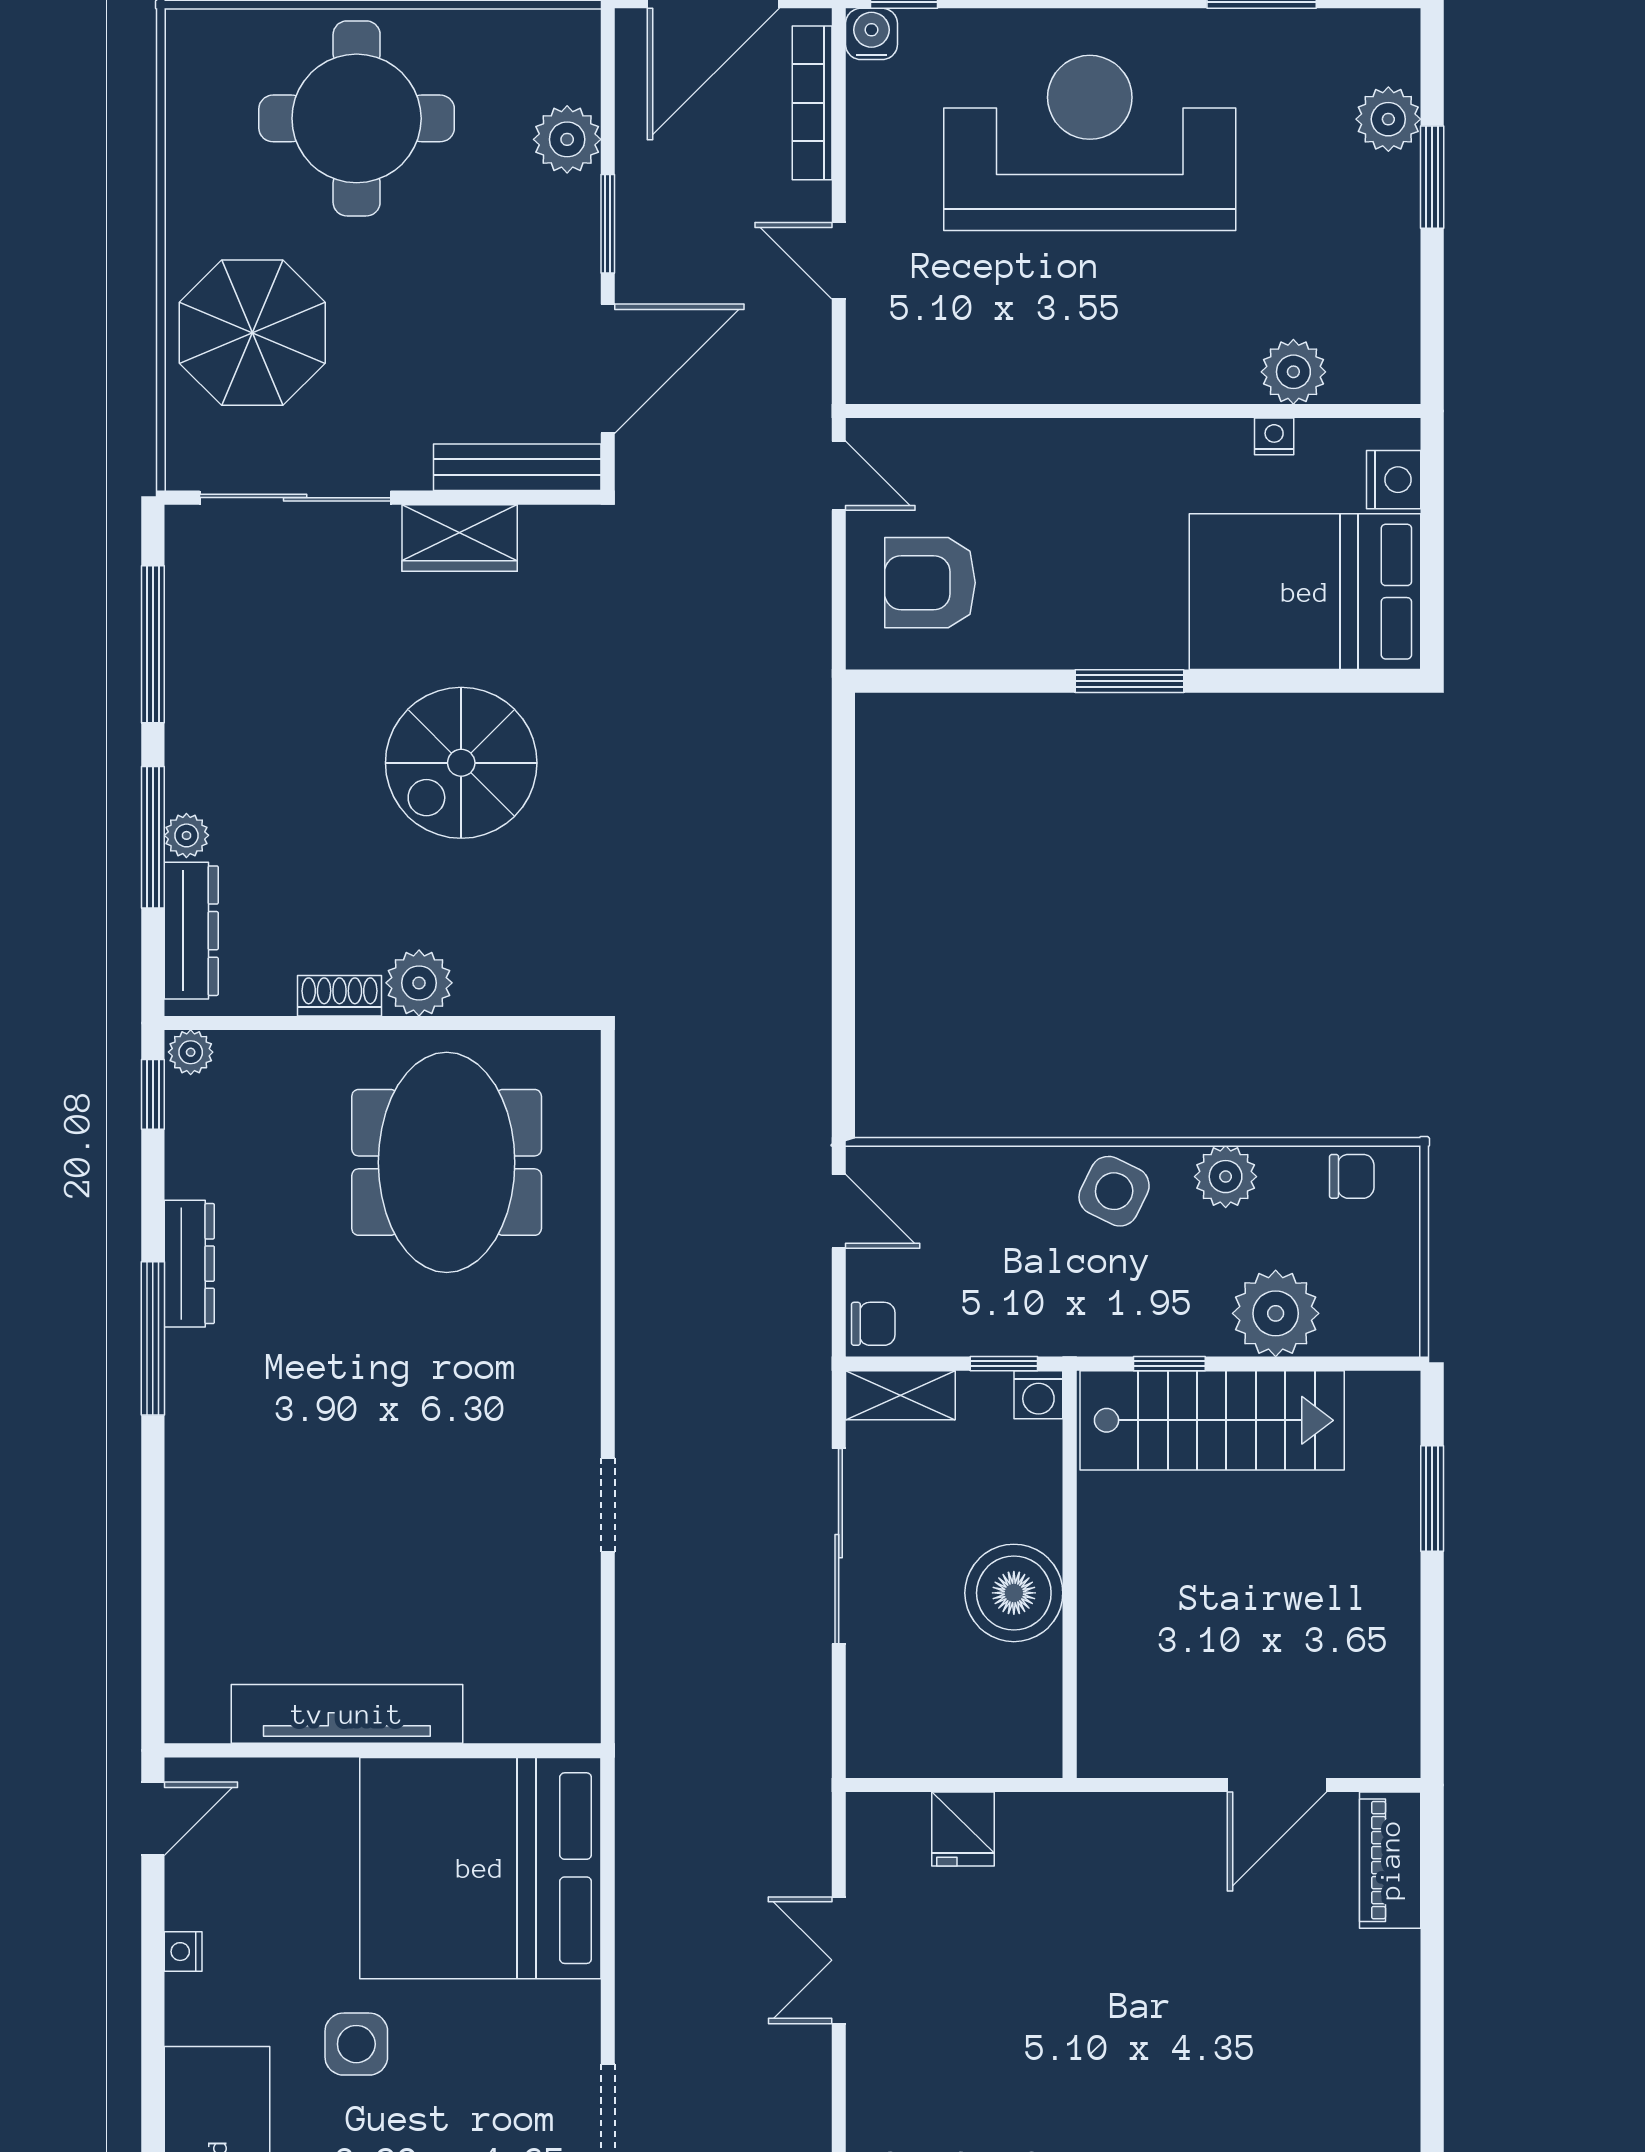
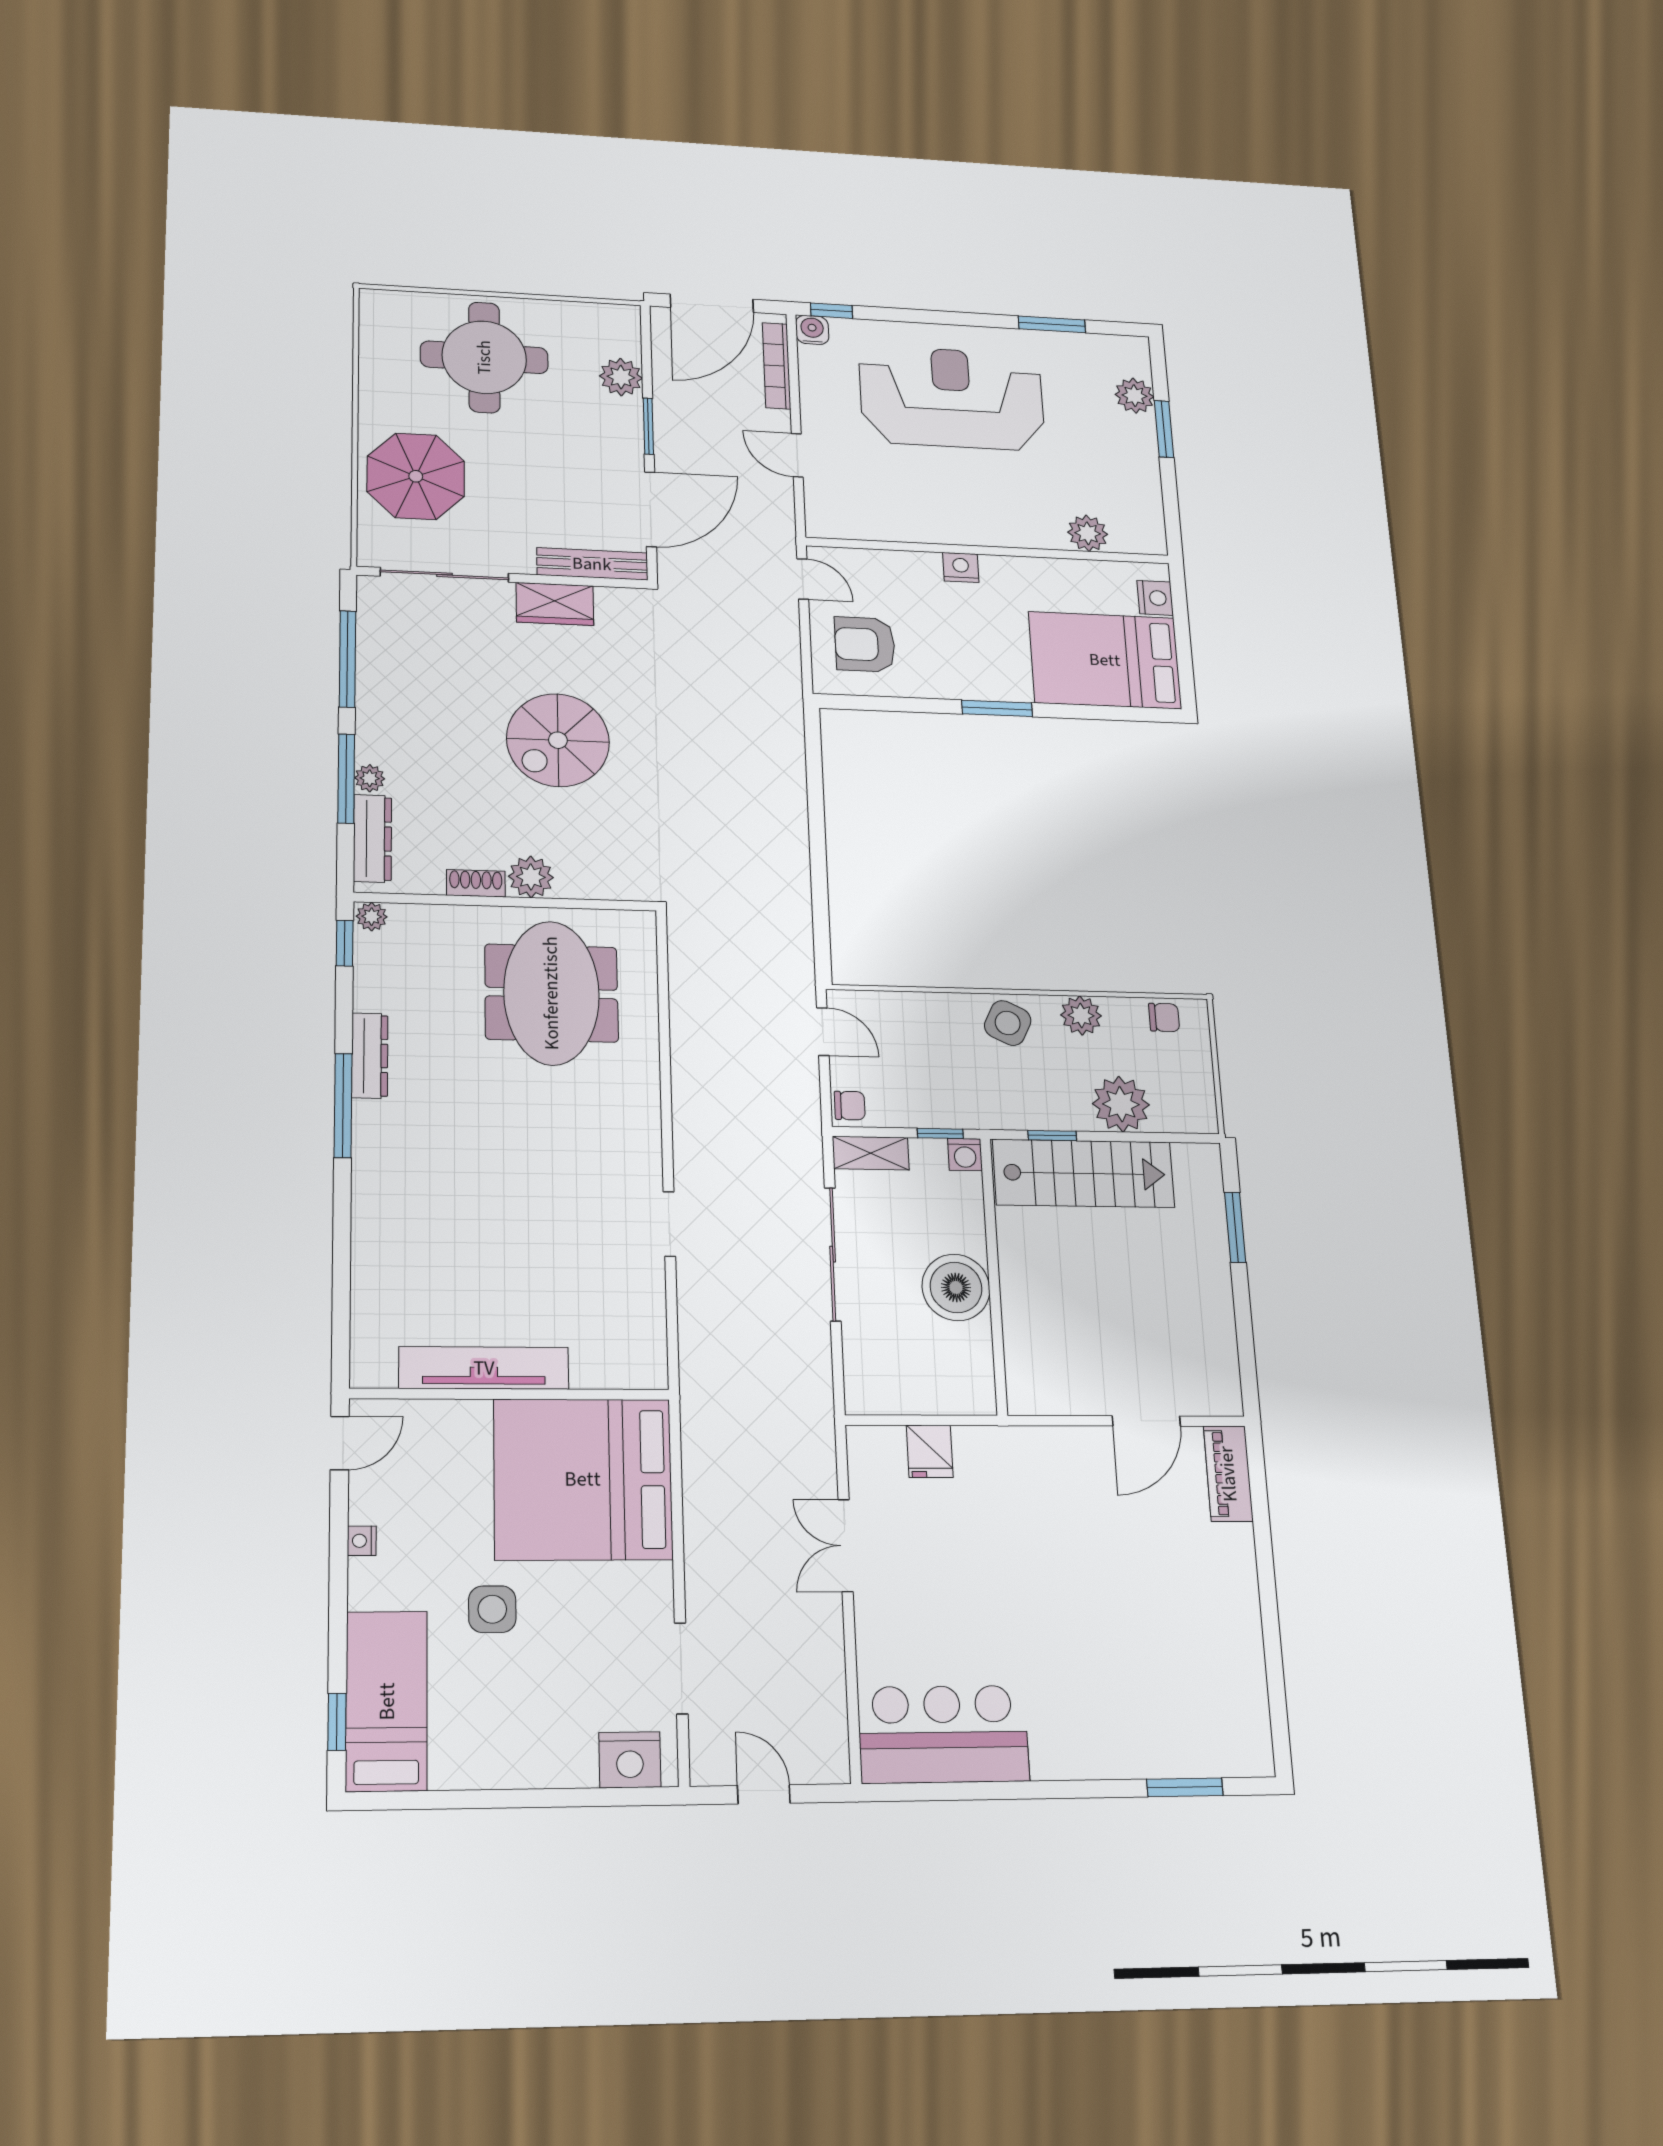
nightstand: (1274, 436) -> (961, 568), moved, width x1.39, depth x1.35

